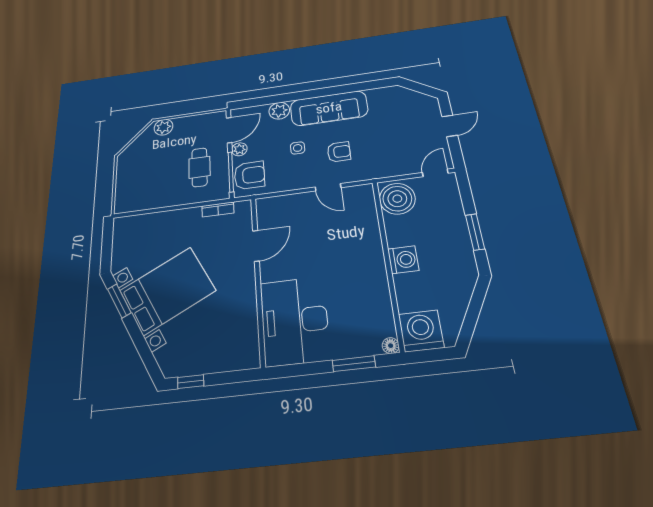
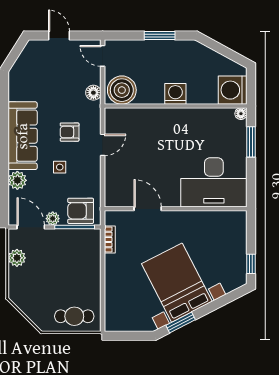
plant: (163, 127) -> (17, 258), moved
armchair: (339, 152) -> (70, 132), turned -90
cafe table: (200, 167) -> (74, 316), moved
floor lamp: (389, 169) -> (93, 93), added
armchair: (249, 175) -> (81, 211), turned -90

